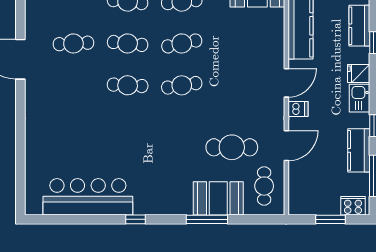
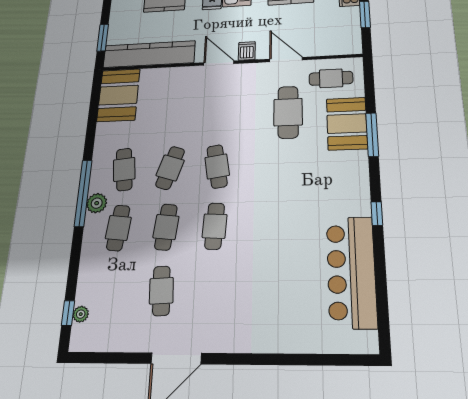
cafe table: (182, 43) -> (170, 168), turned 30

